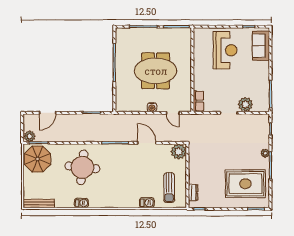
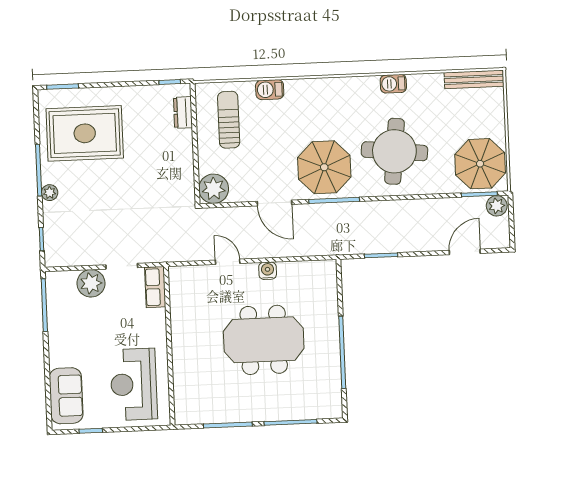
wall: (192, 70) -> (169, 346), moved
row of seats: (199, 101) -> (155, 287), moved
parasol: (120, 161) -> (324, 167), added

